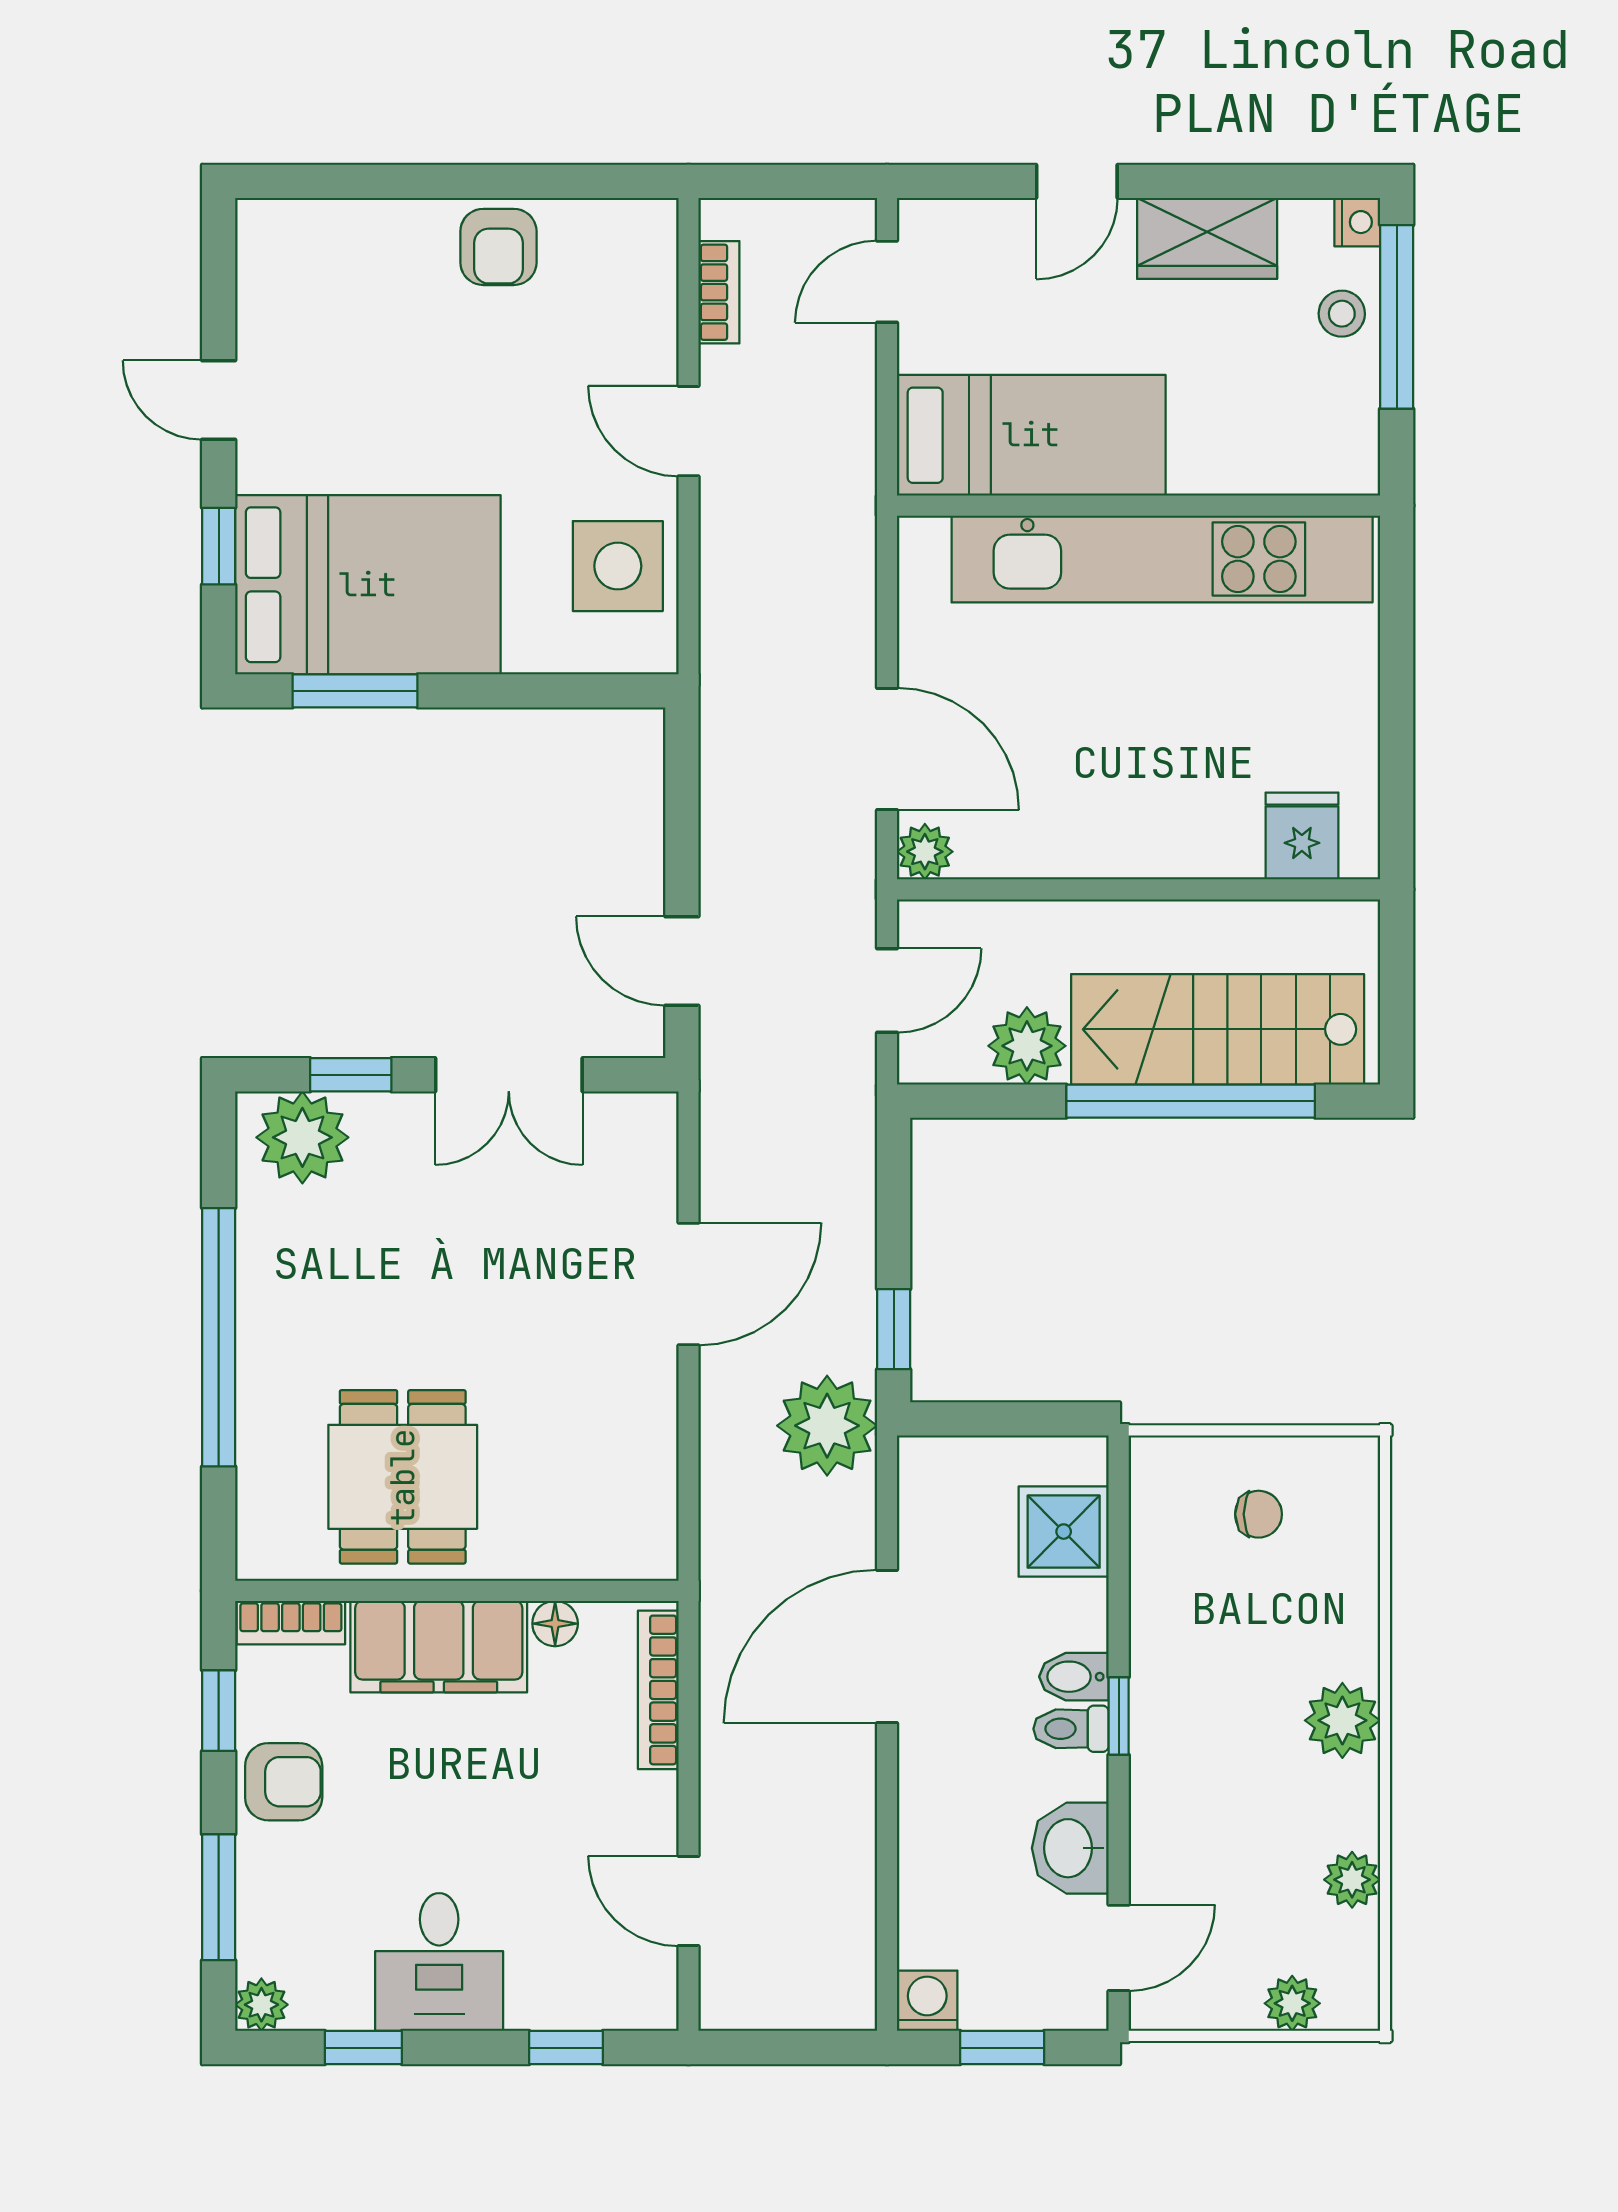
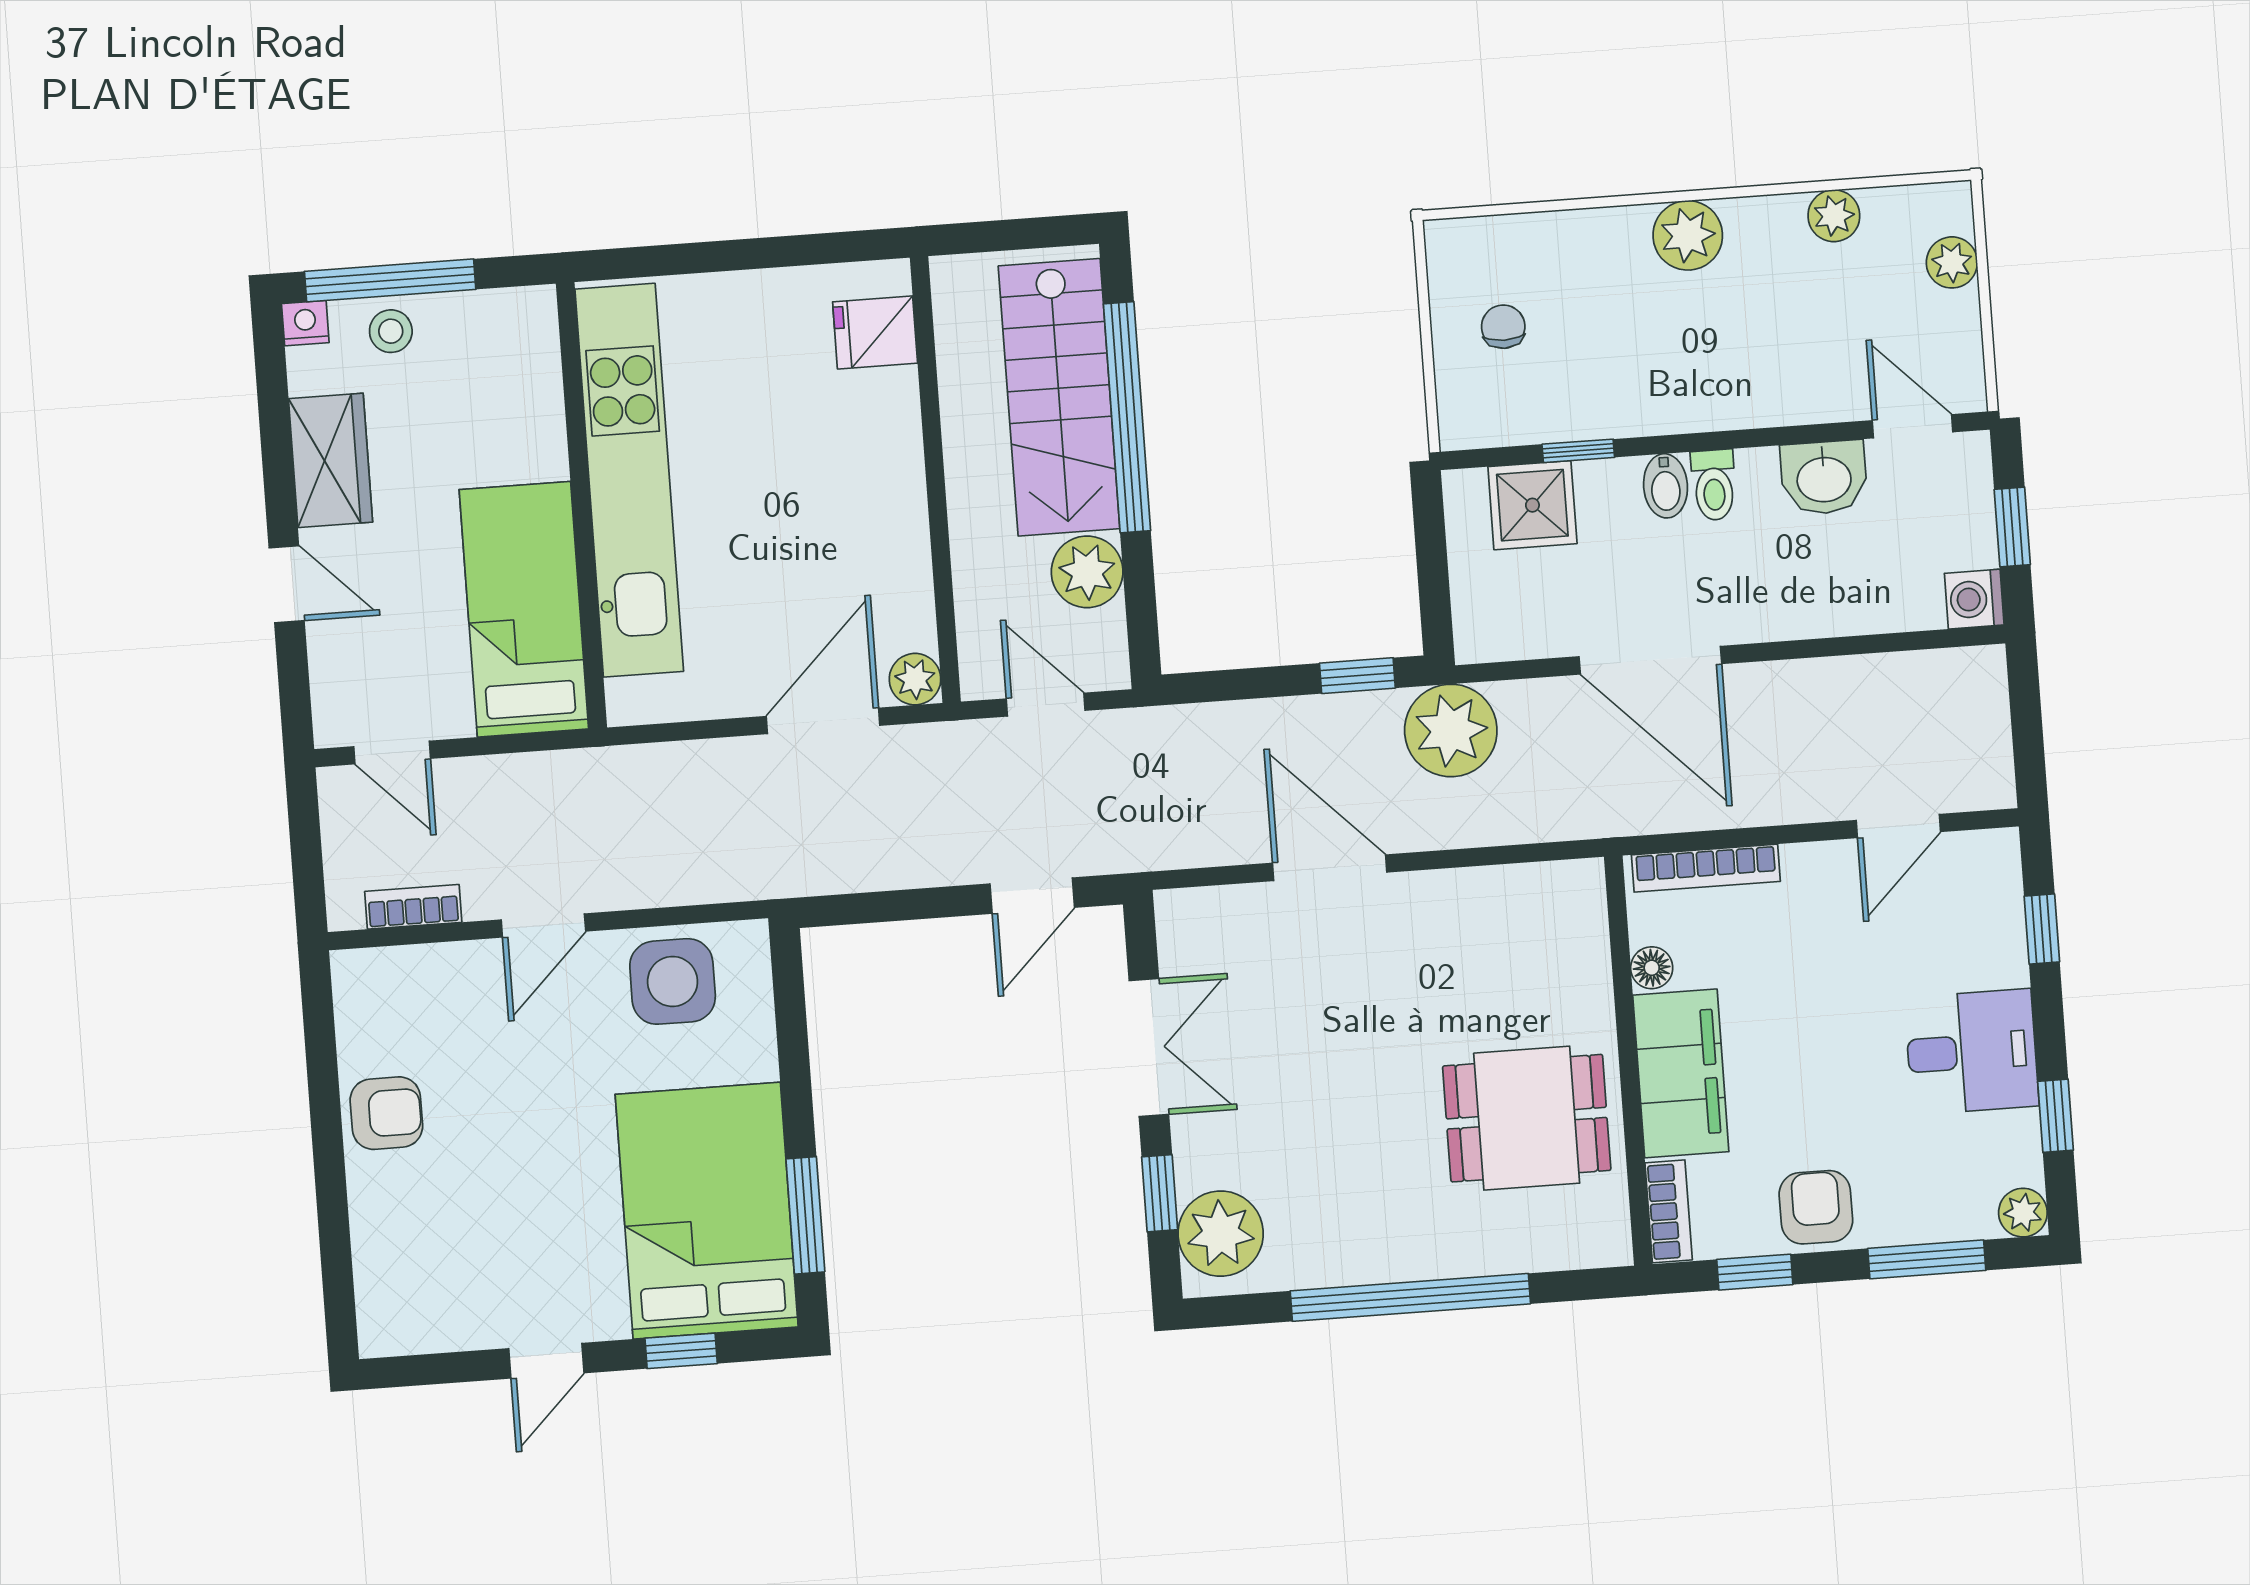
window: (1119, 1716) -> (1578, 451), moved

